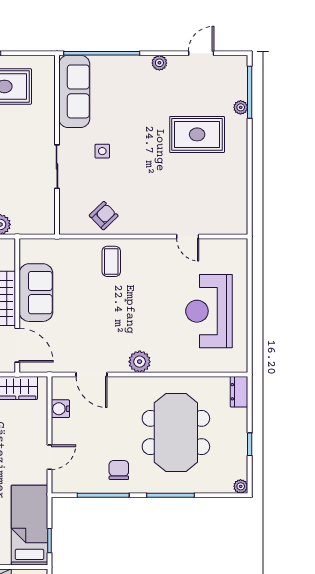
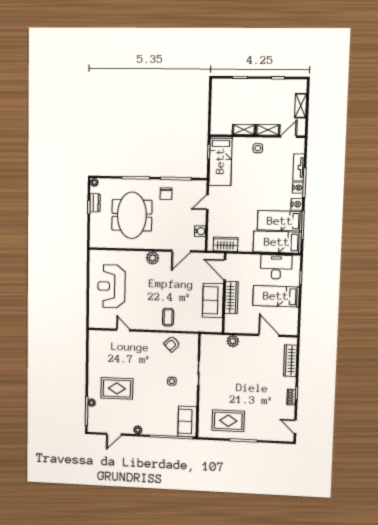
sofa: (74, 91) -> (187, 422), width x0.73
reception desk: (209, 311) -> (111, 286), turned 180
door: (92, 374) -> (181, 251), swing flipped
dresser: (239, 392) -> (95, 203), moved

